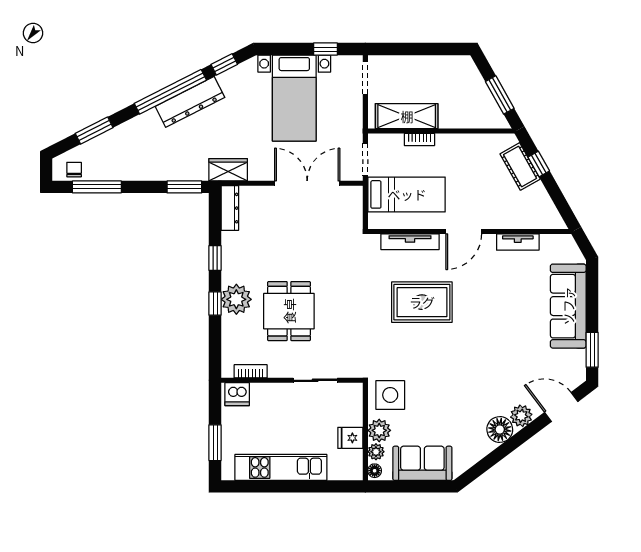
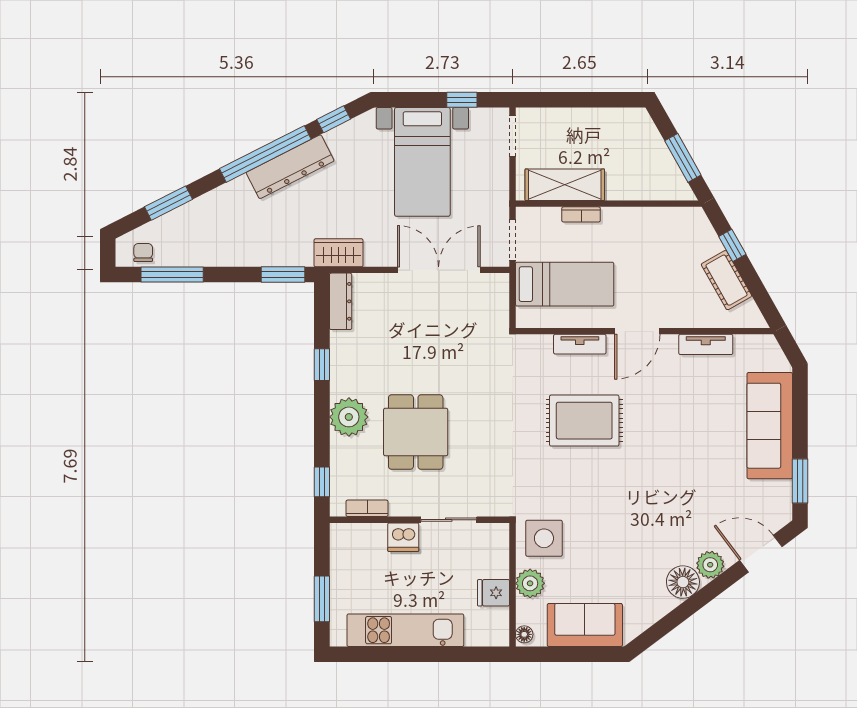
cot: (520, 166) -> (726, 280), moved
tv unit: (410, 242) -> (580, 344), width x0.71
window: (215, 304) -> (322, 482), moved
dishwasher: (237, 394) -> (403, 537), moved
plant: (376, 452) -> (526, 610), removed

